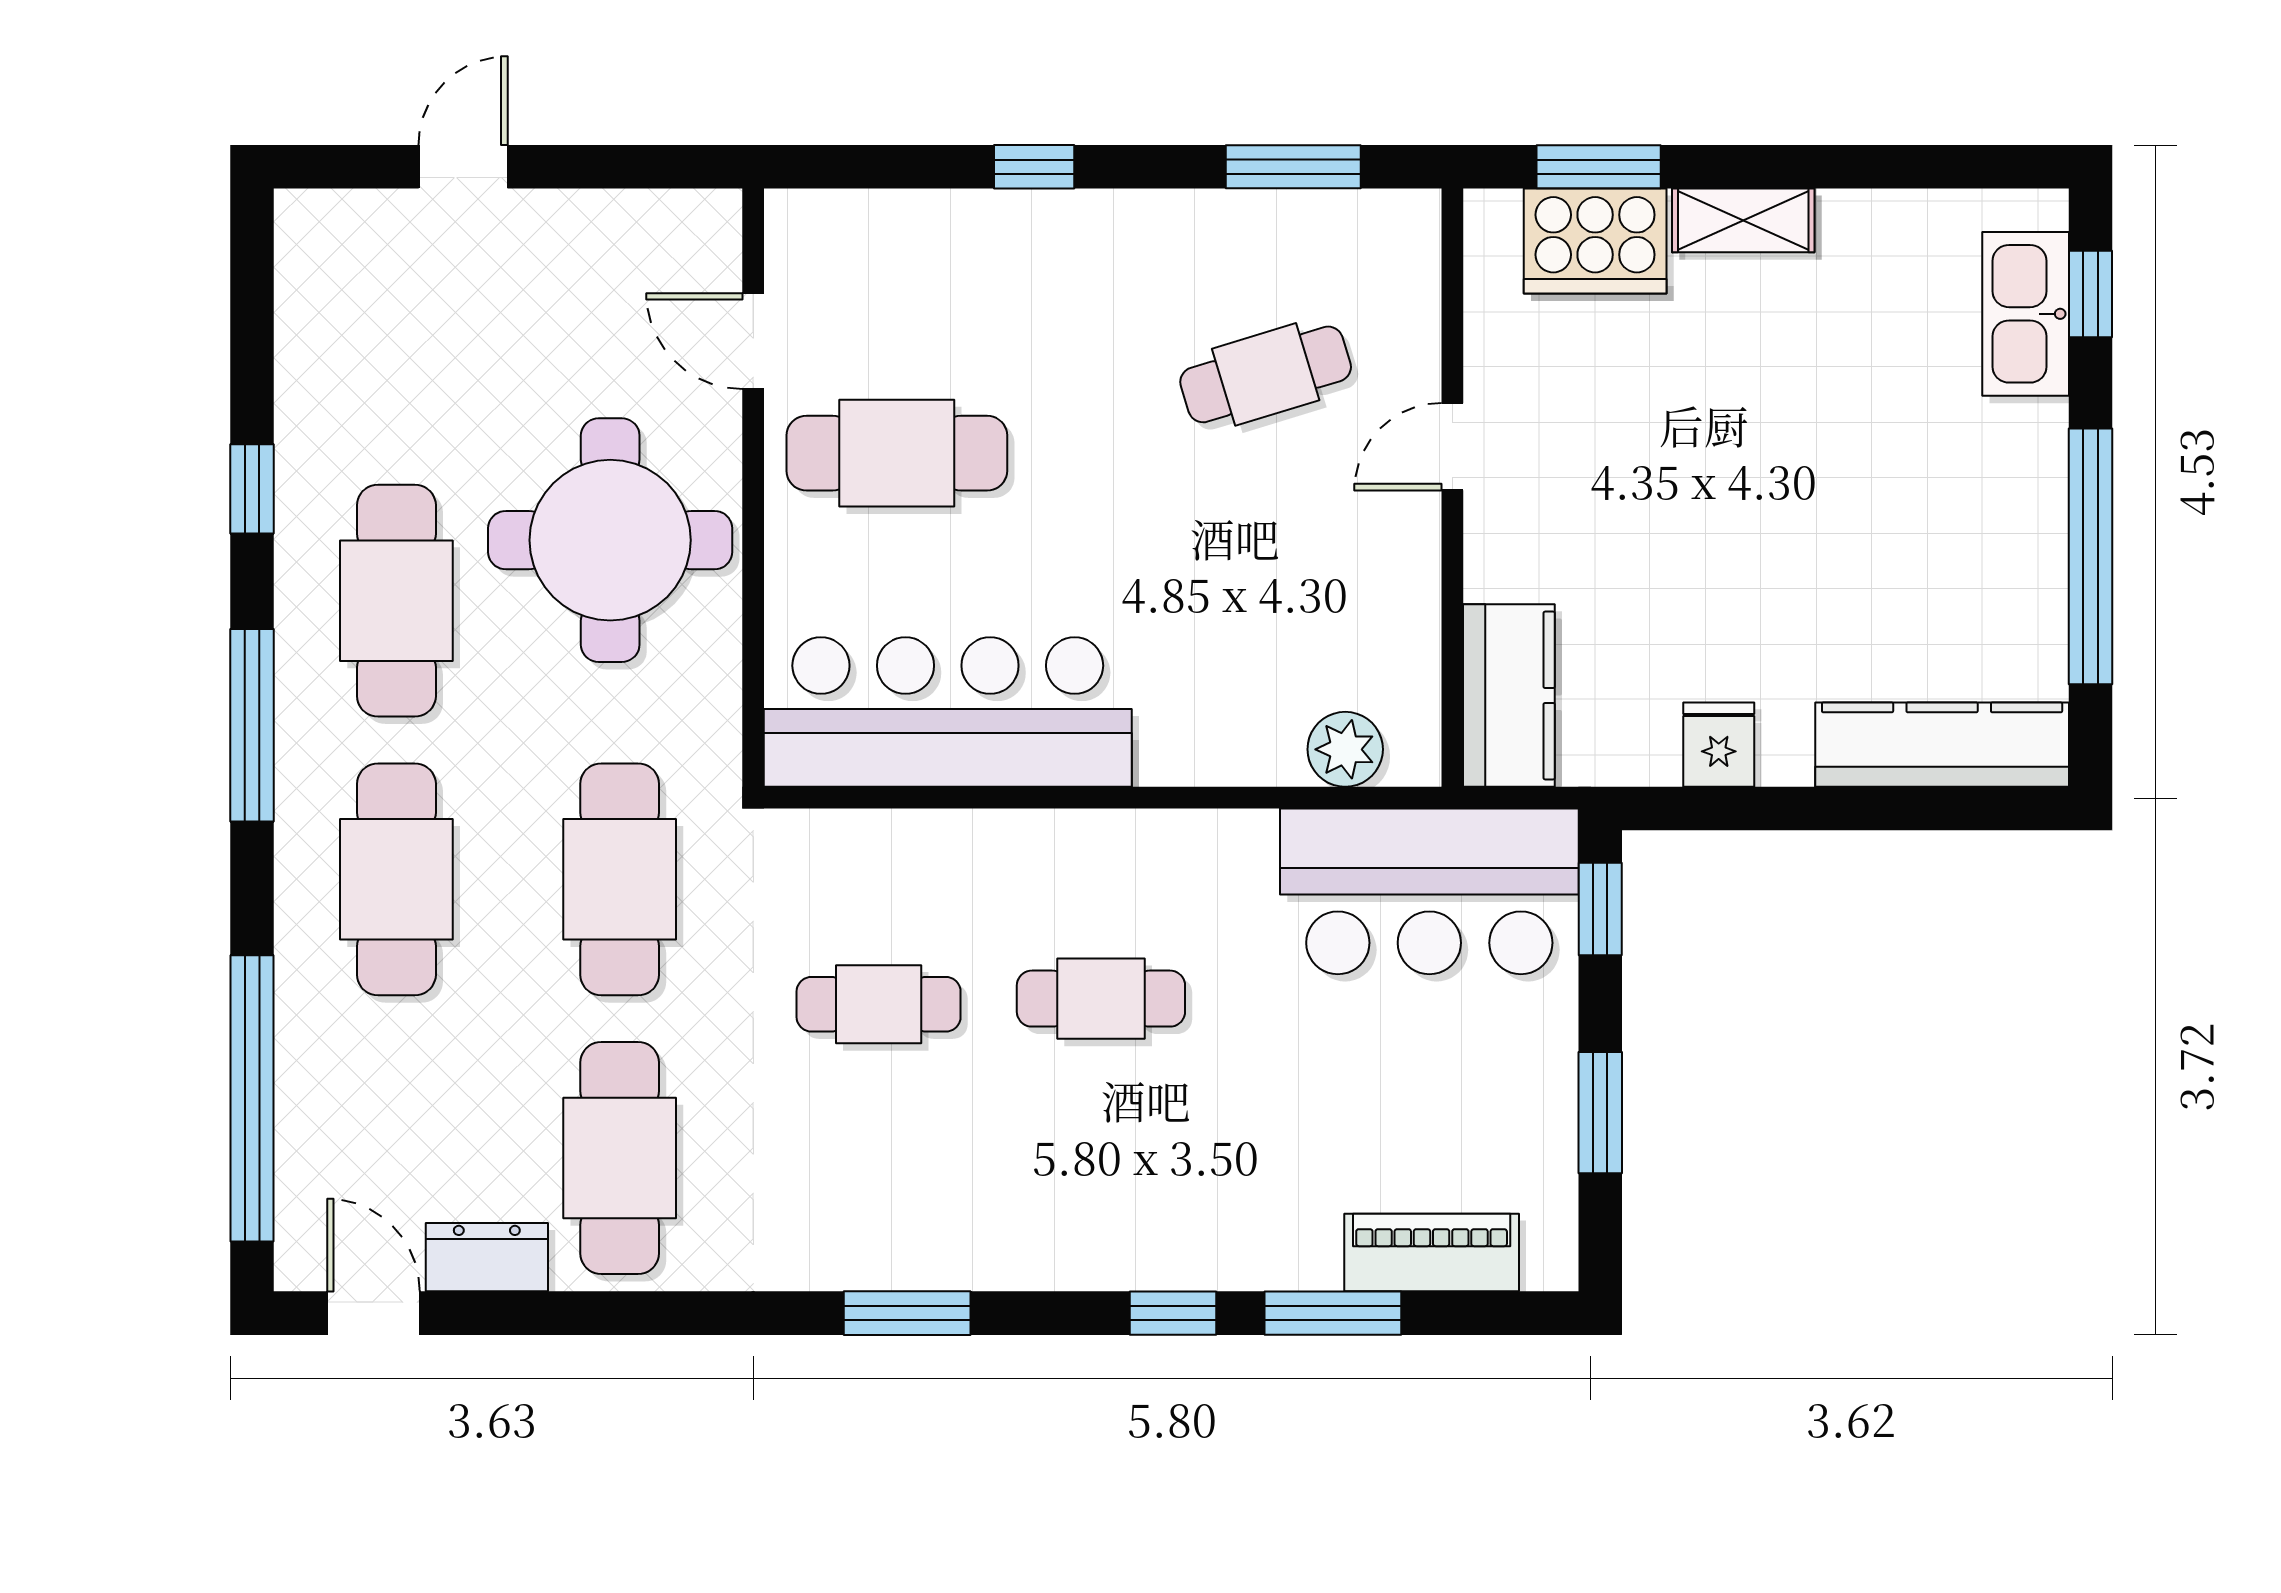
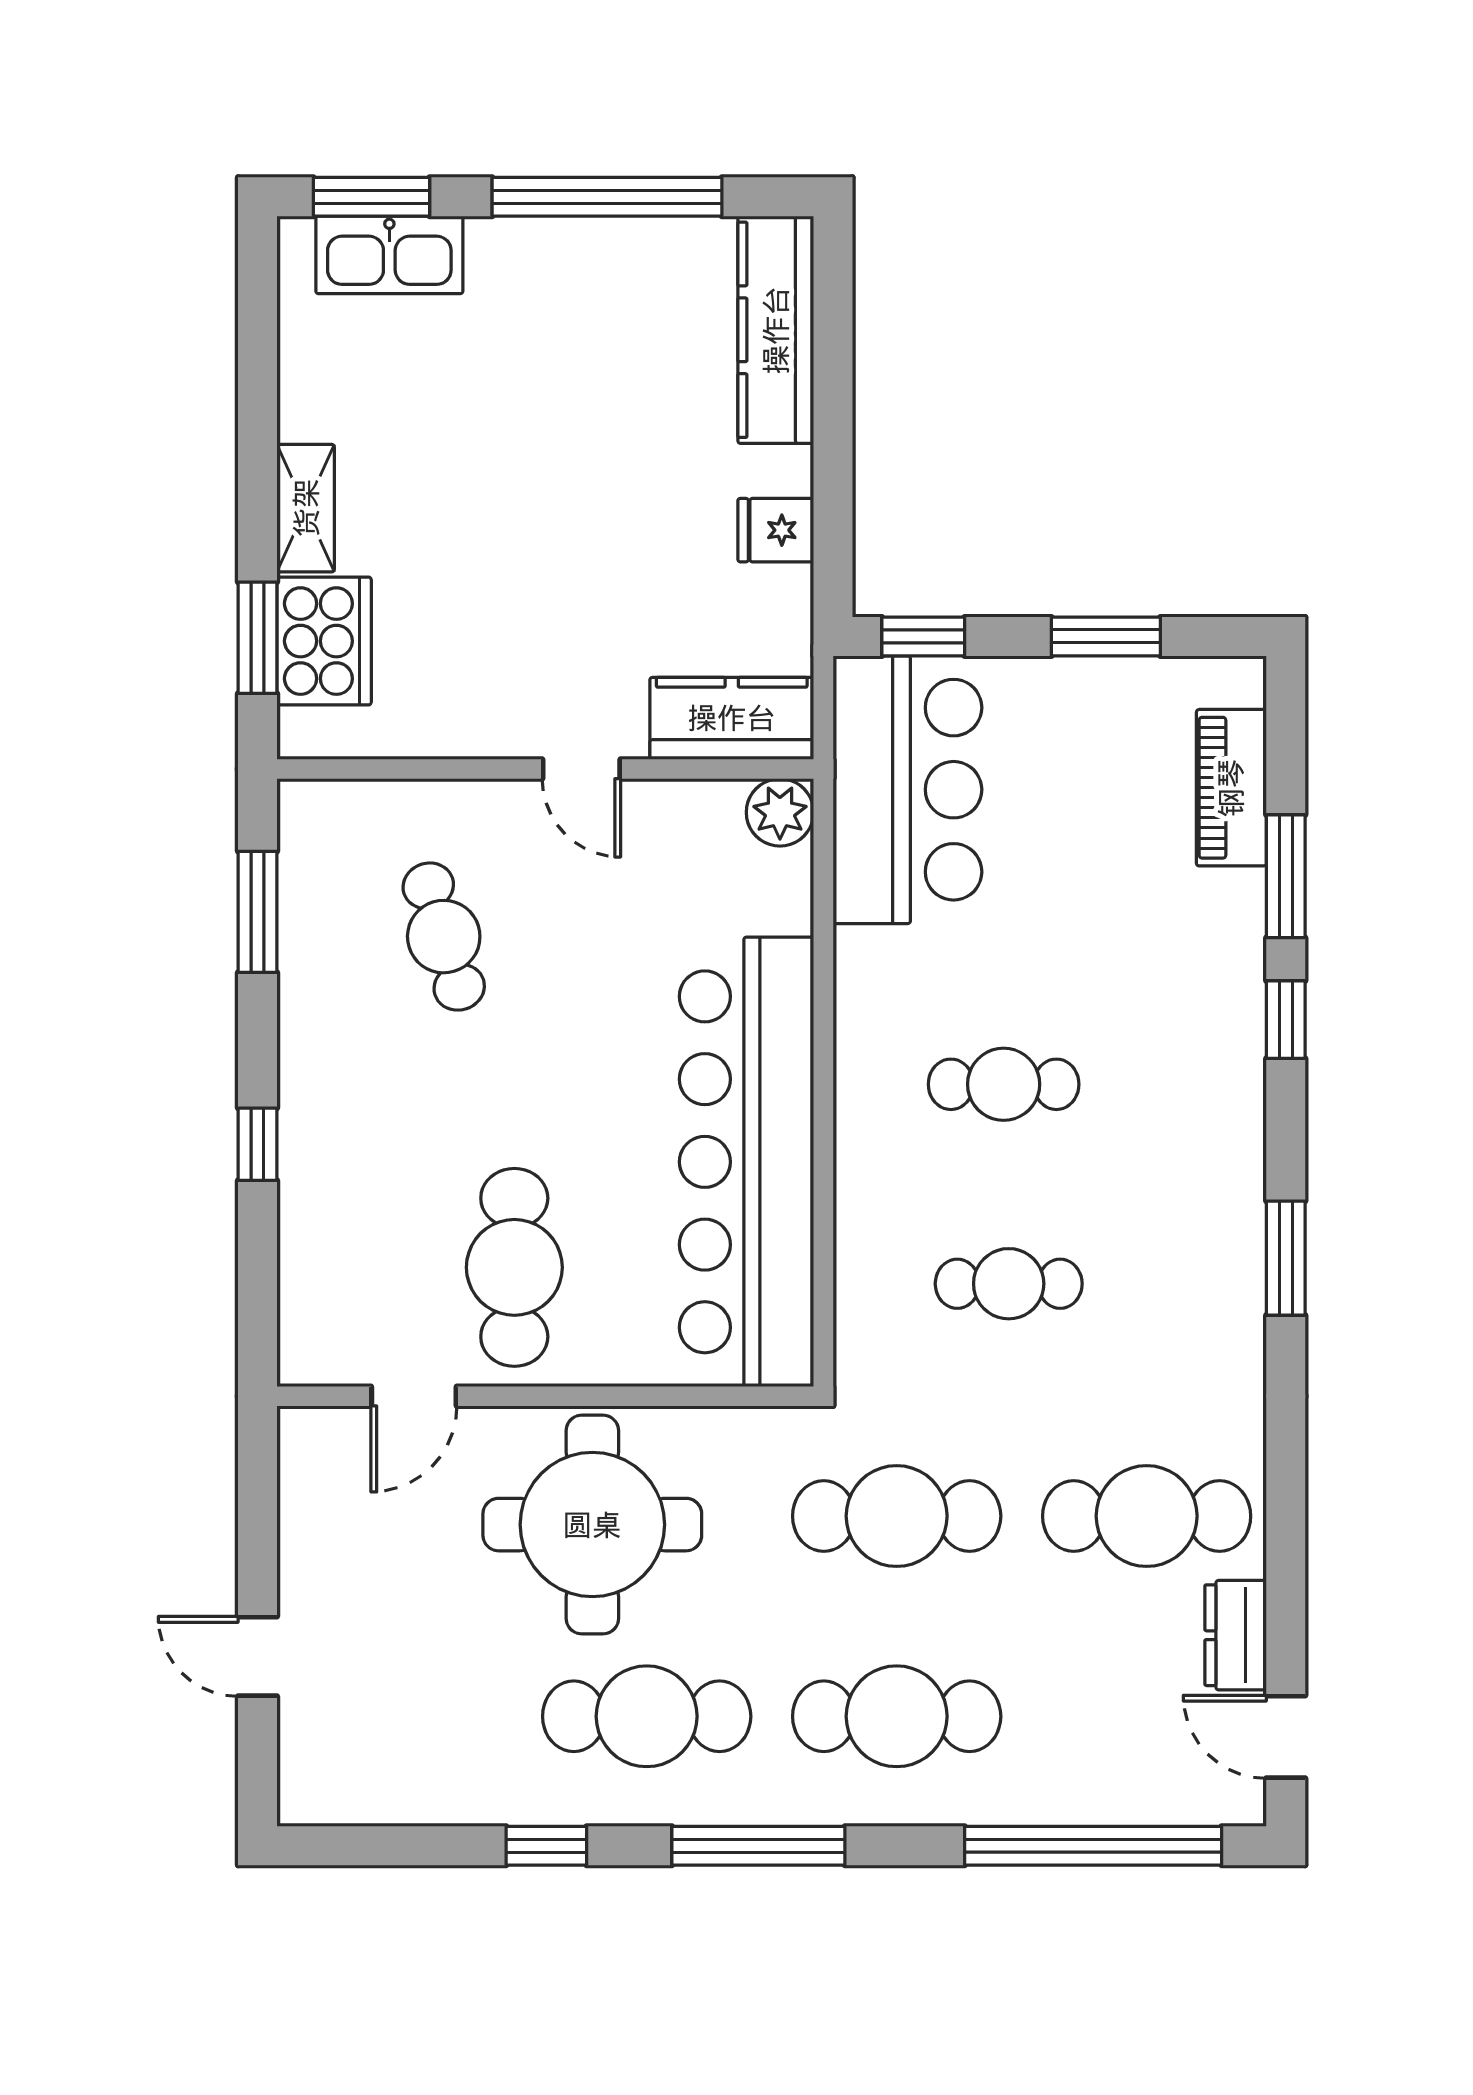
window: (2090, 294) -> (372, 197), width x1.50
door: (1452, 447) -> (581, 769), moved
bar counter: (948, 712) -> (746, 1162), width x1.36
plant: (1345, 749) -> (780, 812), moved
cafe table: (1101, 999) -> (1004, 1084), turned 90
cafe table: (879, 1004) -> (1009, 1284), turned 90
door: (374, 1313) -> (1286, 1737), hinge flipped

